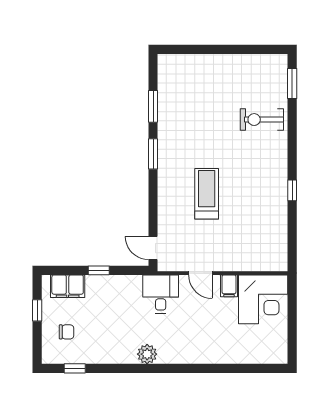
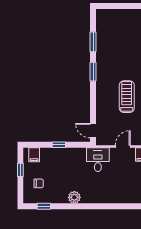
door: (200, 273) -> (123, 146), swing flipped
filing cabinet: (68, 286) -> (34, 155), width x0.50
plant: (147, 354) -> (74, 197), moved

